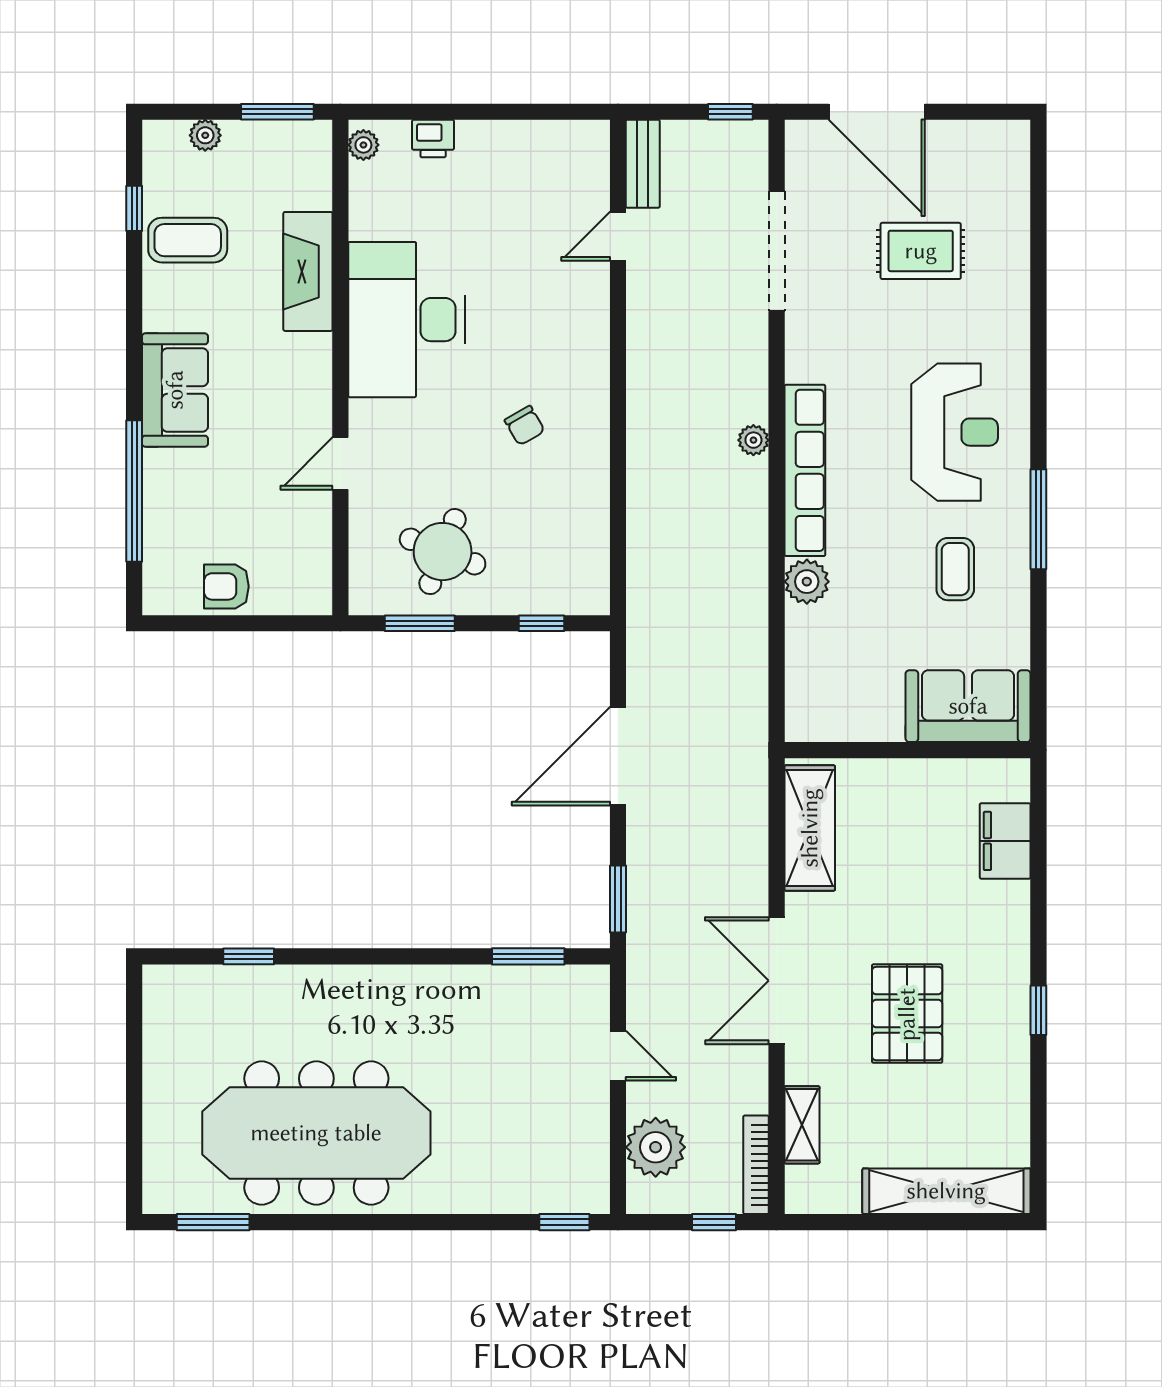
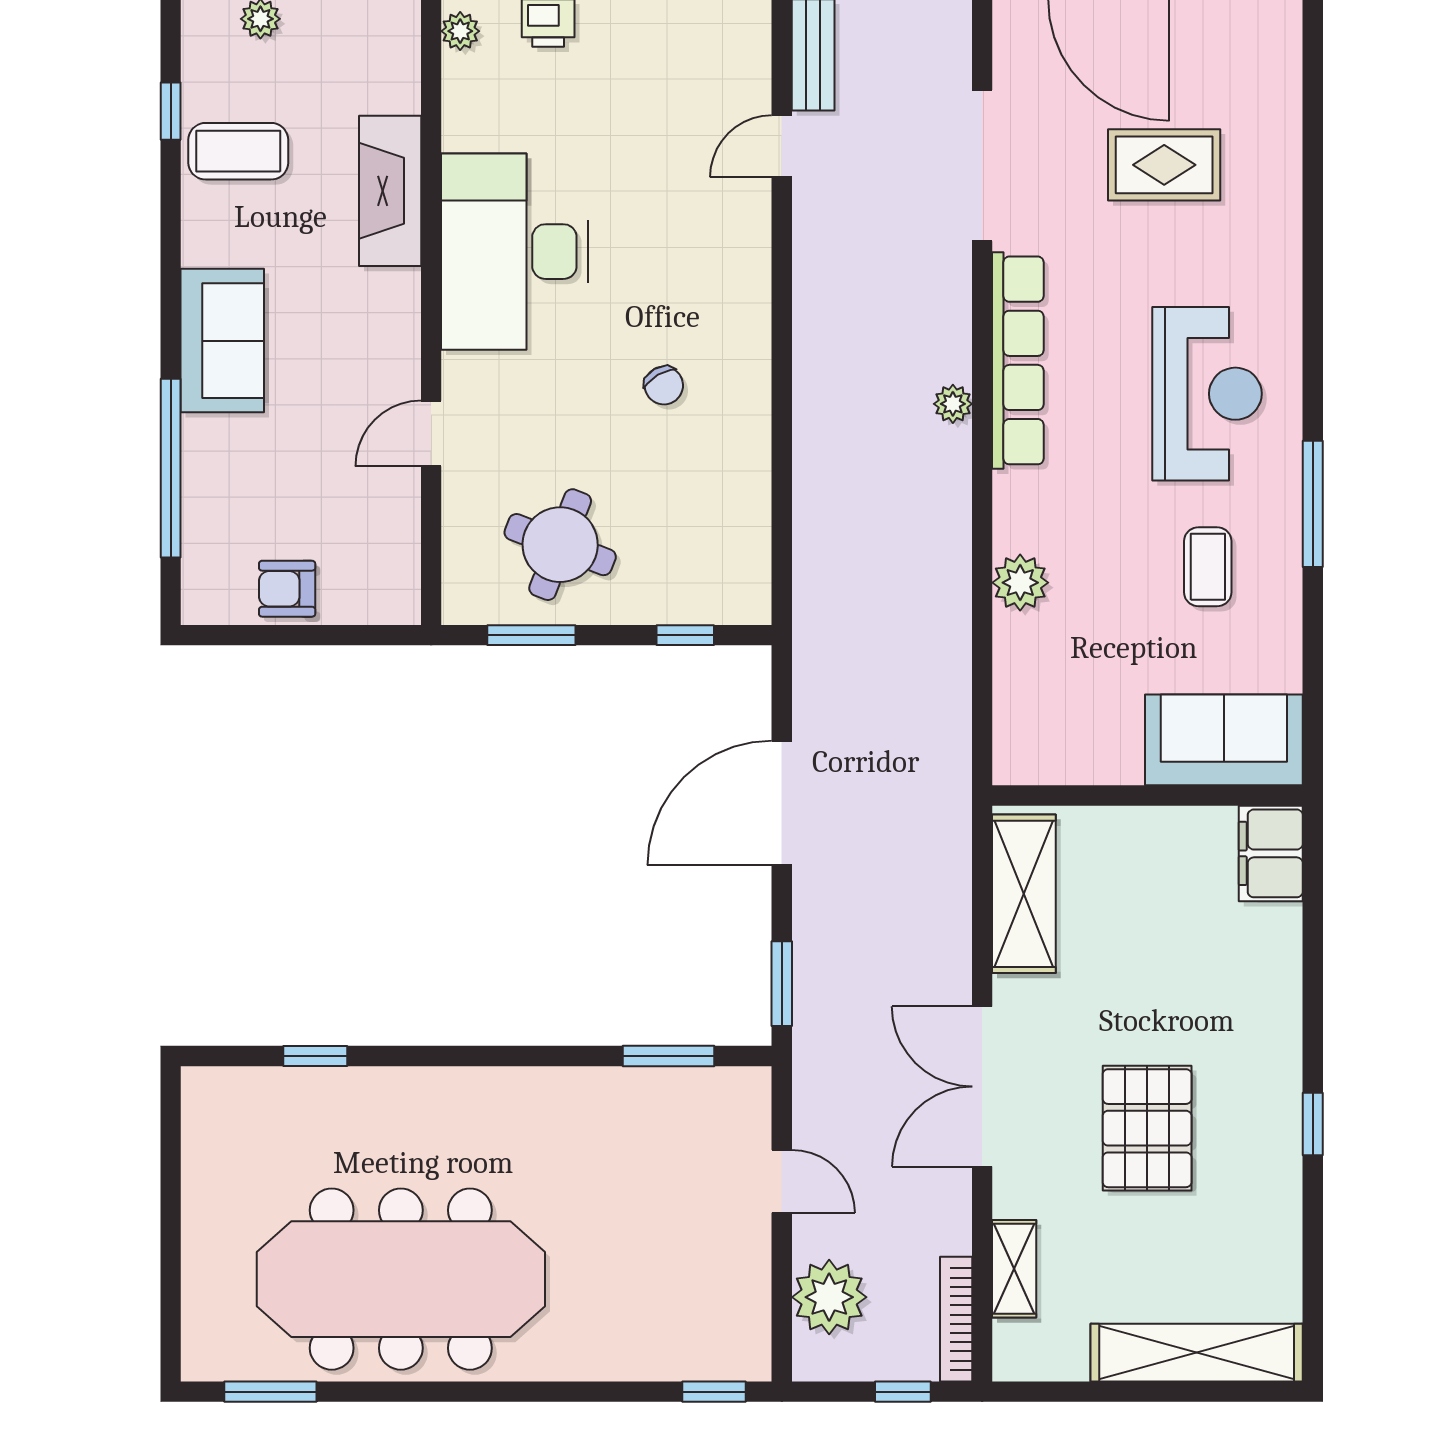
row of seats: (805, 470) -> (1018, 360), moved
filing cabinet: (1005, 841) -> (1271, 853), moved

